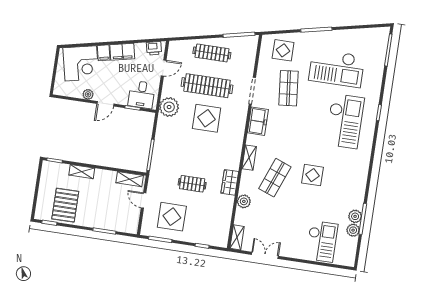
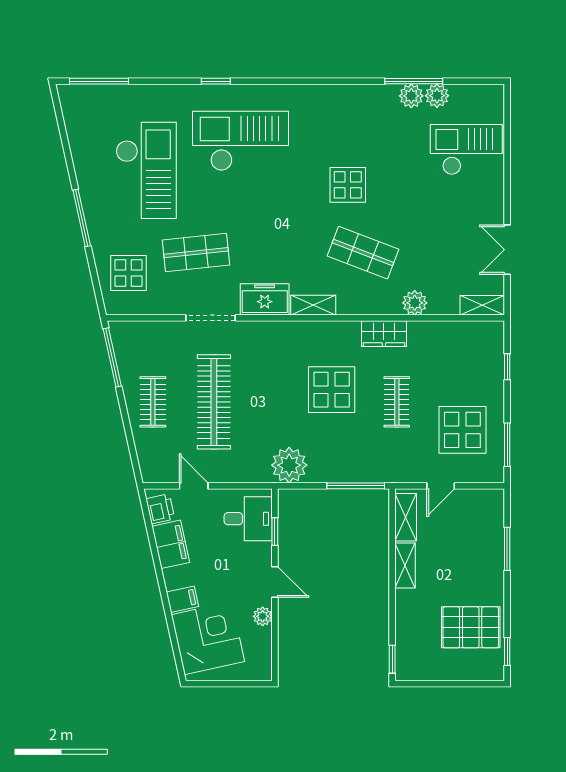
filing cabinet: (122, 52) -> (171, 544), moved
clothes rail: (212, 53) -> (153, 402), width x0.73
plant: (169, 107) -> (289, 465), moved
display table: (207, 118) -> (332, 390), moved
shelving: (249, 158) -> (313, 305), moved
shelving: (82, 172) -> (405, 565), moved

